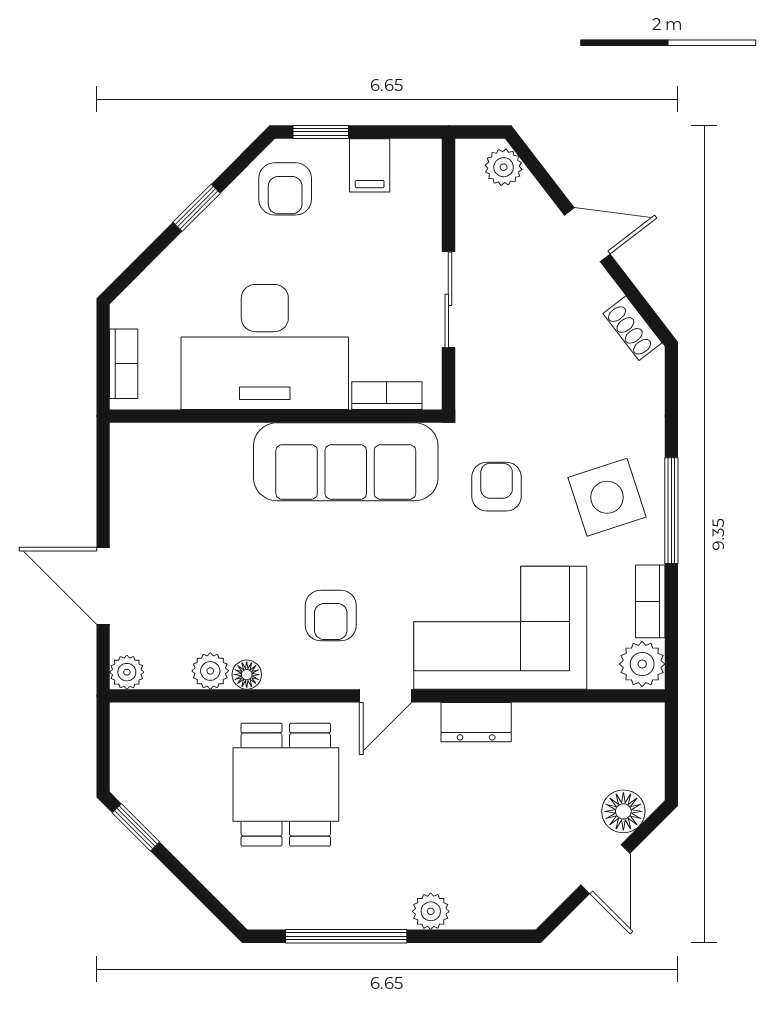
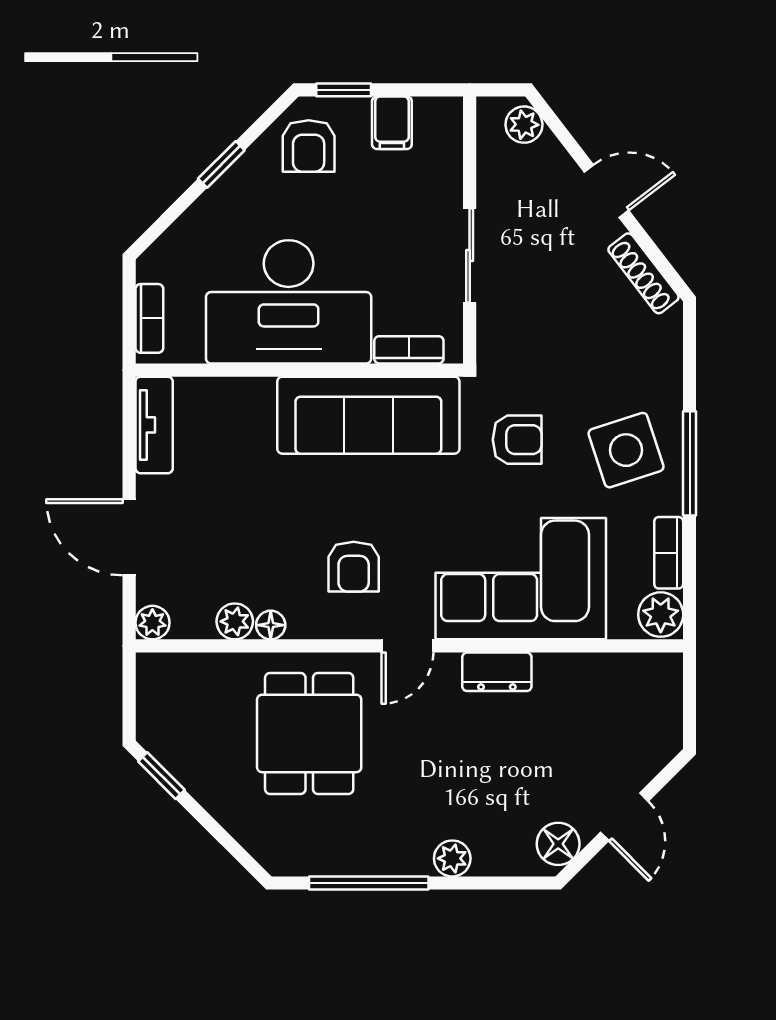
shoe rack: (633, 328) -> (644, 273), width x1.43
tv unit: (128, 472) -> (154, 425), added
armchair: (497, 487) -> (517, 440), turned 90
floor lamp: (623, 811) -> (558, 844), moved

